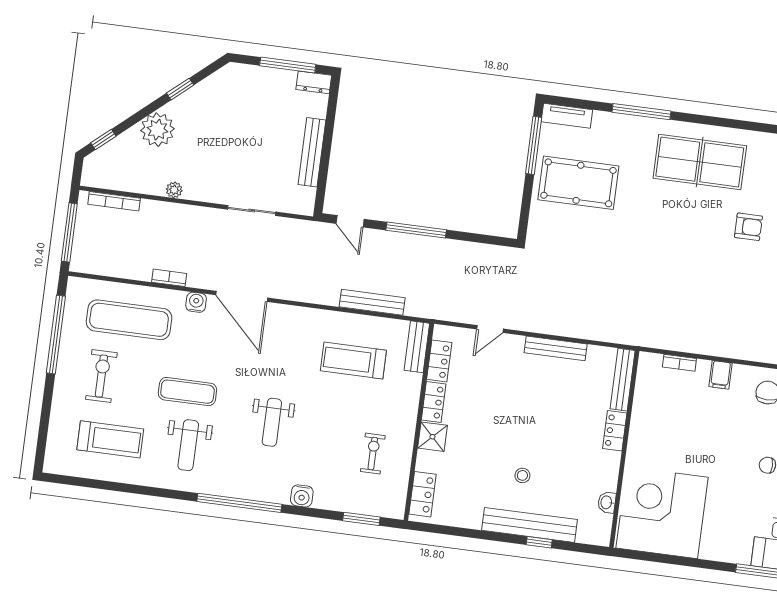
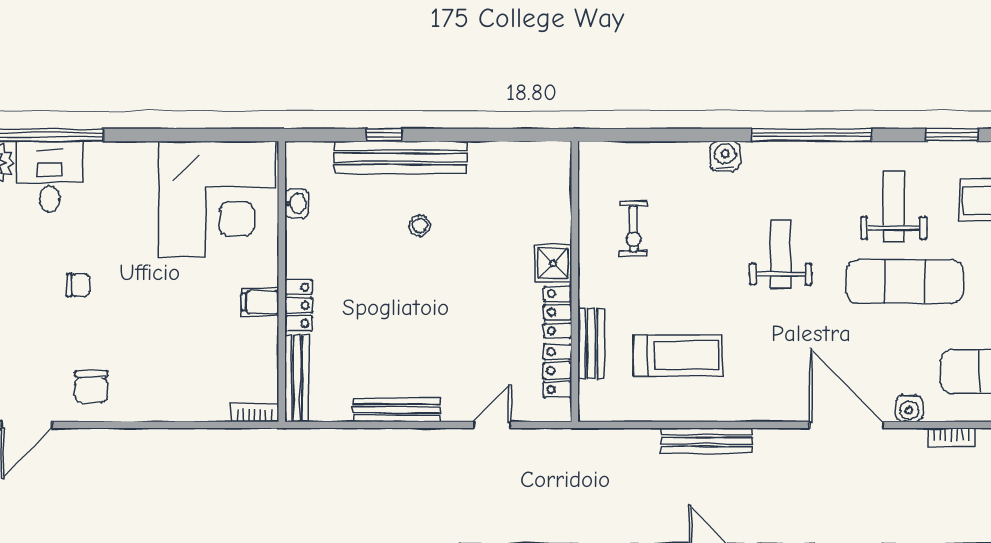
bench: (372, 302) -> (707, 441), moved
bench: (417, 347) -> (591, 344), moved
bookcase: (679, 363) -> (254, 413), moved
filing cabinet: (720, 375) -> (260, 302), moved, turned -90
exercise mat: (187, 392) -> (905, 281), width x1.36, depth x1.45
locker: (423, 494) -> (556, 181), removed
window: (361, 519) -> (952, 135), moved

